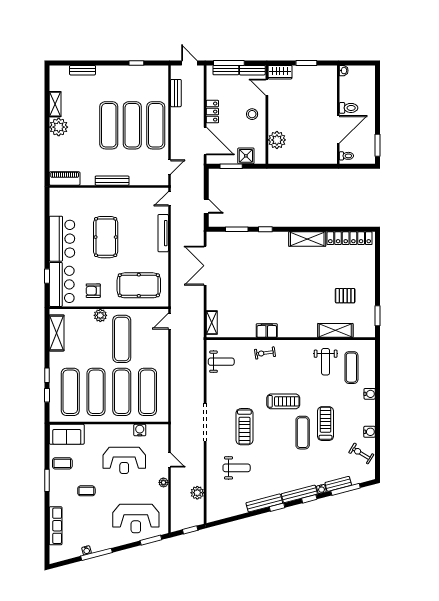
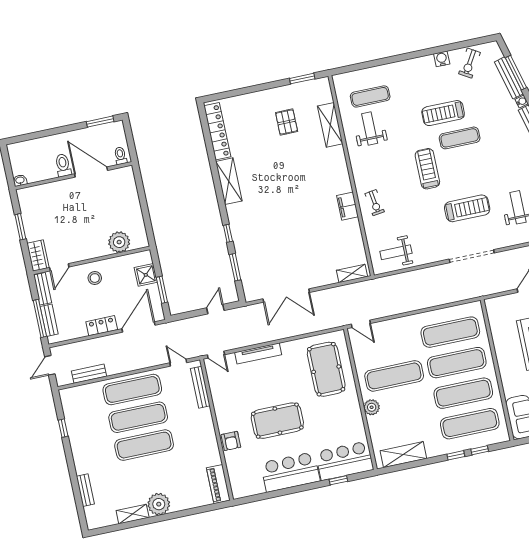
bench: (112, 181) -> (200, 387), moved
armchair: (93, 291) -> (231, 441), moved
weight bench: (221, 362) -> (396, 252), turned -90
weight bench: (326, 362) -> (370, 129), turned -90
water cooler: (370, 394) -> (397, 68), removed
water cooler: (140, 430) -> (498, 332), removed
bench: (338, 484) -> (509, 78), width x1.36

